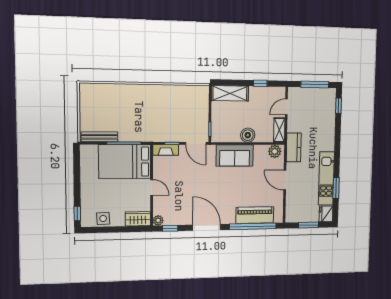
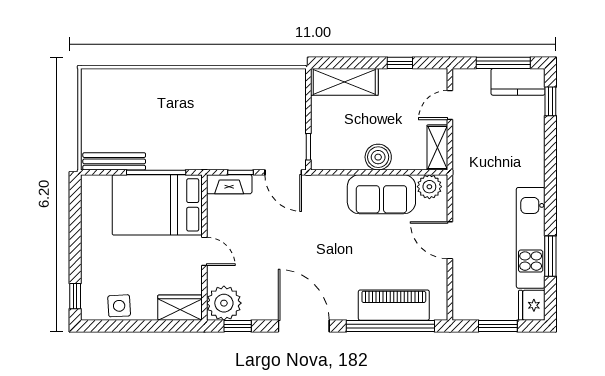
kitchen counter: (294, 147) -> (518, 82), moved, turned 90
sofa: (235, 155) -> (381, 194), moved
plant: (158, 220) -> (224, 303), width x1.88, depth x1.88

